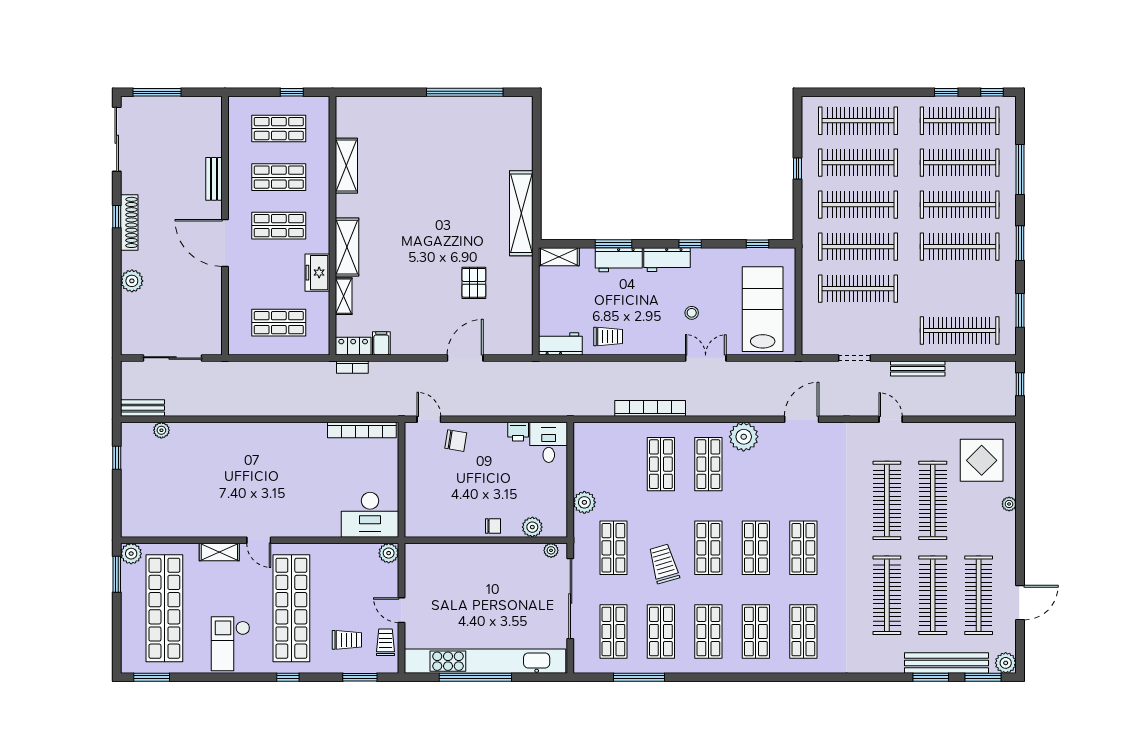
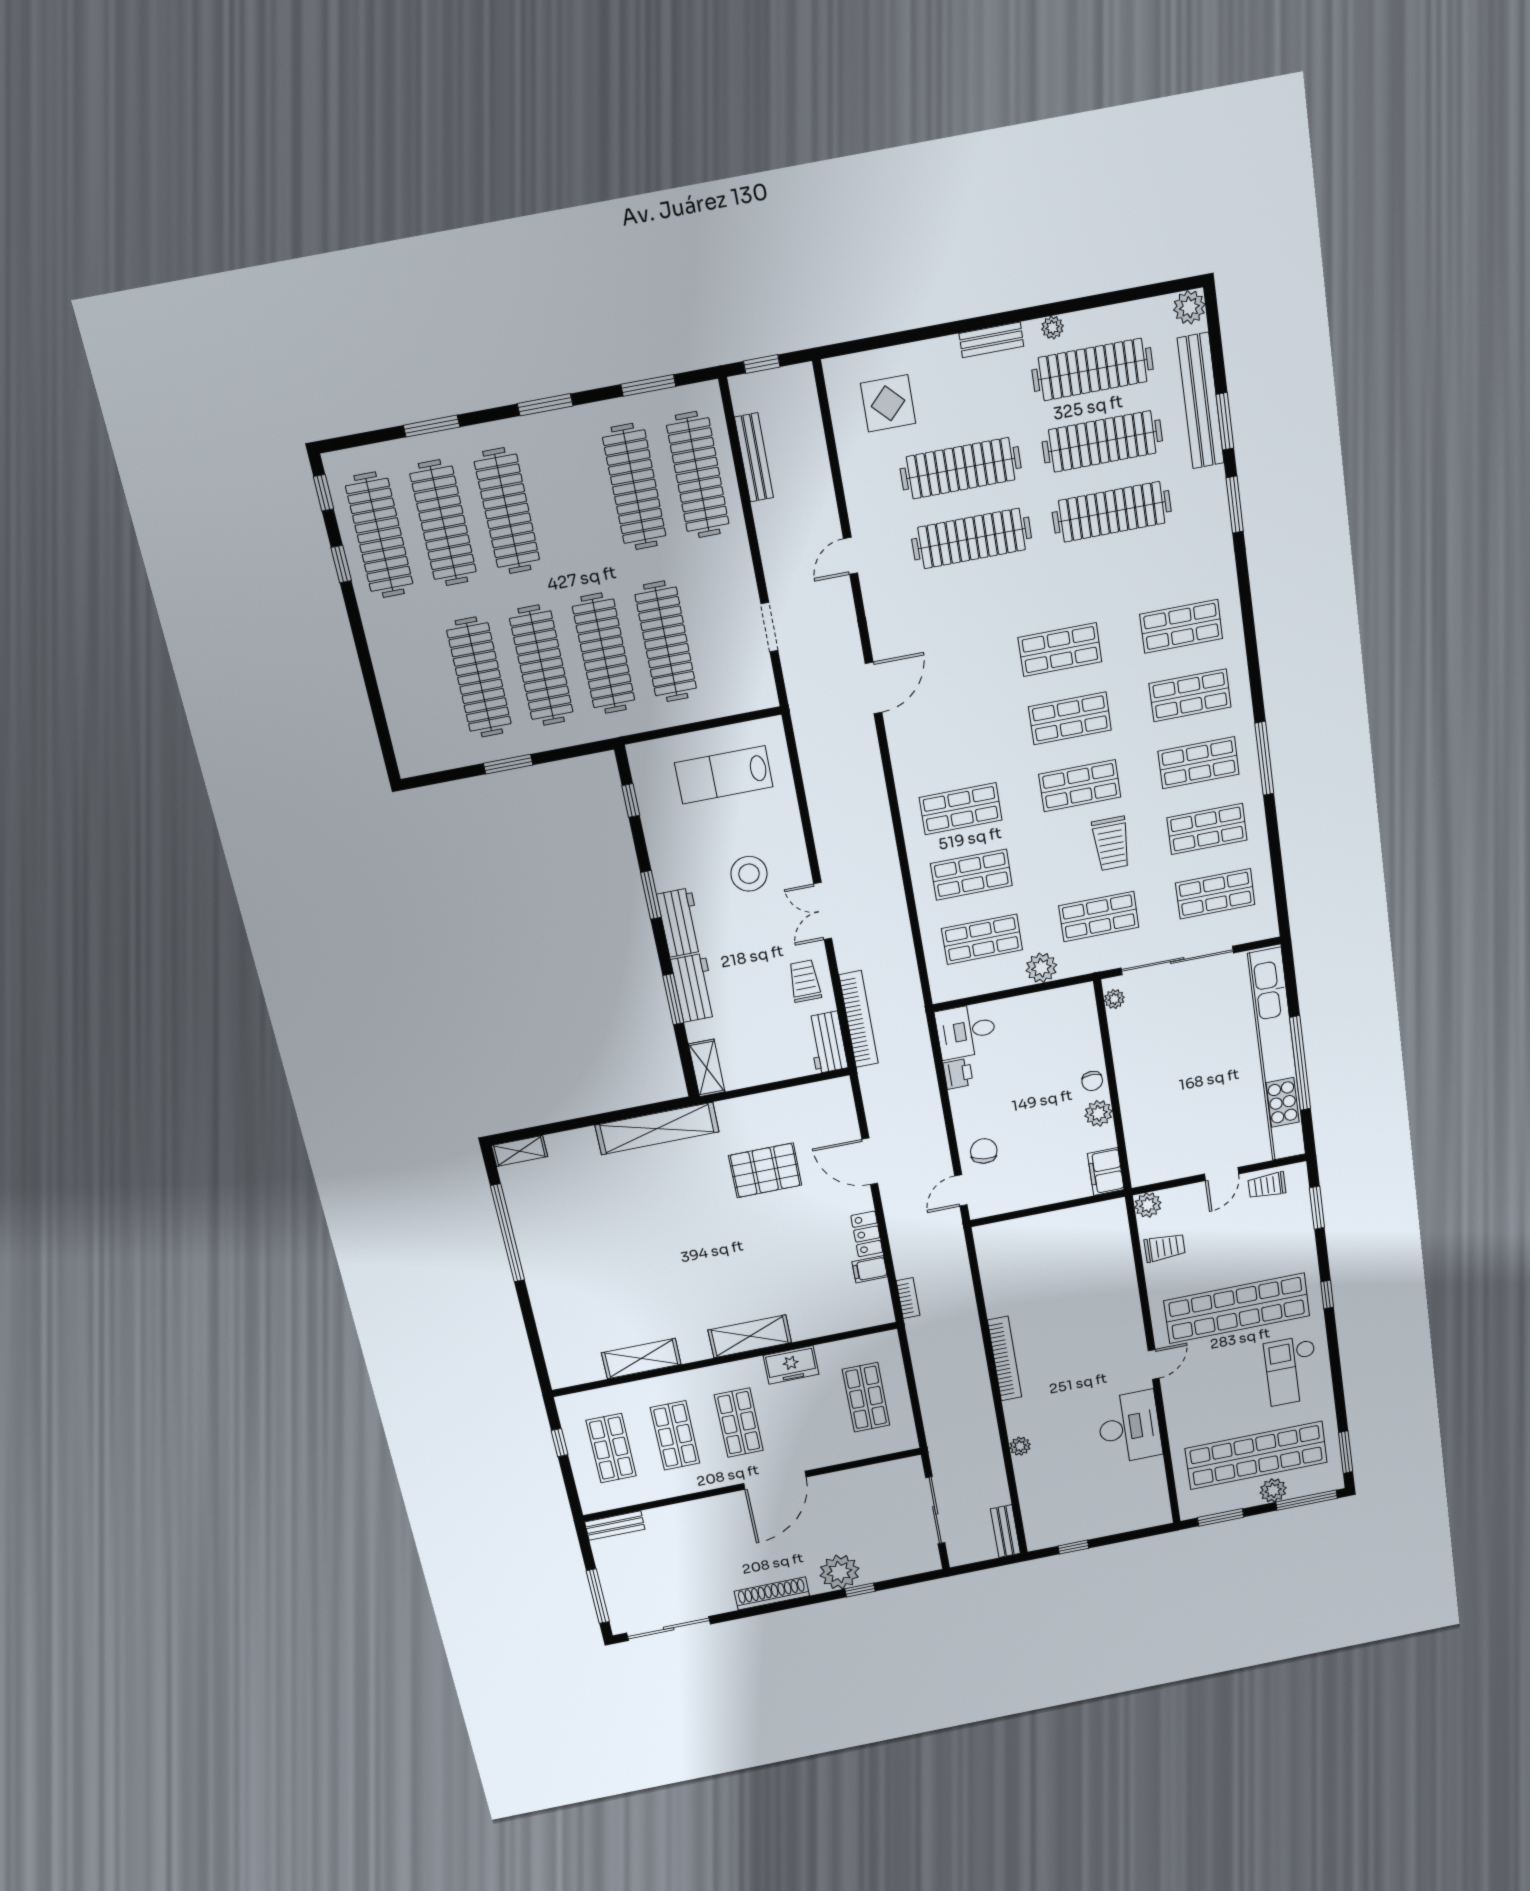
clothes rail: (858, 121) -> (417, 689), removed
window: (798, 169) -> (508, 764), width x1.50
window: (1020, 169) -> (432, 426), width x0.69
bench: (214, 179) -> (615, 1526), moved
window: (117, 217) -> (860, 1590), moved
window: (690, 244) -> (651, 895), width x1.50
clothes rail: (960, 247) -> (634, 487), moved
plant: (132, 281) -> (839, 1572), width x1.36, depth x1.36
pallet: (474, 283) -> (765, 1170), width x1.50, depth x1.42
shelving: (344, 296) -> (519, 1151), moved
lab bench: (763, 309) -> (724, 775), width x0.73, depth x0.72
stool: (692, 313) -> (749, 874), width x1.89, depth x1.89
locker: (353, 346) -> (867, 1234), moved
double door: (706, 358) -> (823, 911), moved
bench: (918, 368) -> (754, 457), moved
bookcase: (650, 408) -> (859, 1019), moved, turned 180
door: (802, 419) -> (874, 688), swing flipped
plant: (161, 430) -> (1020, 1446), moved
bookcase: (362, 430) -> (1005, 1359), moved
plant: (744, 437) -> (913, 766), removed
display table: (982, 460) -> (888, 403), width x0.73, depth x0.73
shop shelf: (613, 464) -> (982, 939), added
plant: (1009, 504) -> (1052, 328), moved
desk: (370, 515) -> (1129, 1427), moved
filing cabinet: (421, 526) -> (1106, 1172), added
chair: (493, 526) -> (1092, 1081), turned 180
plant: (532, 527) -> (1098, 1113), moved
bench: (1009, 533) -> (991, 340), added
shelving: (219, 552) -> (1176, 1407), removed
plant: (131, 554) -> (1273, 1490), moved
trolley: (664, 564) -> (1111, 844), turned -74
door: (1020, 603) -> (1095, 301), removed
trolley: (347, 640) -> (1165, 1248), moved, turned 90
window: (117, 643) -> (1307, 1500), added
checkout: (231, 644) -> (1292, 1370), turned 90
window: (639, 677) -> (1264, 758), moved
window: (983, 677) -> (1235, 505), moved

